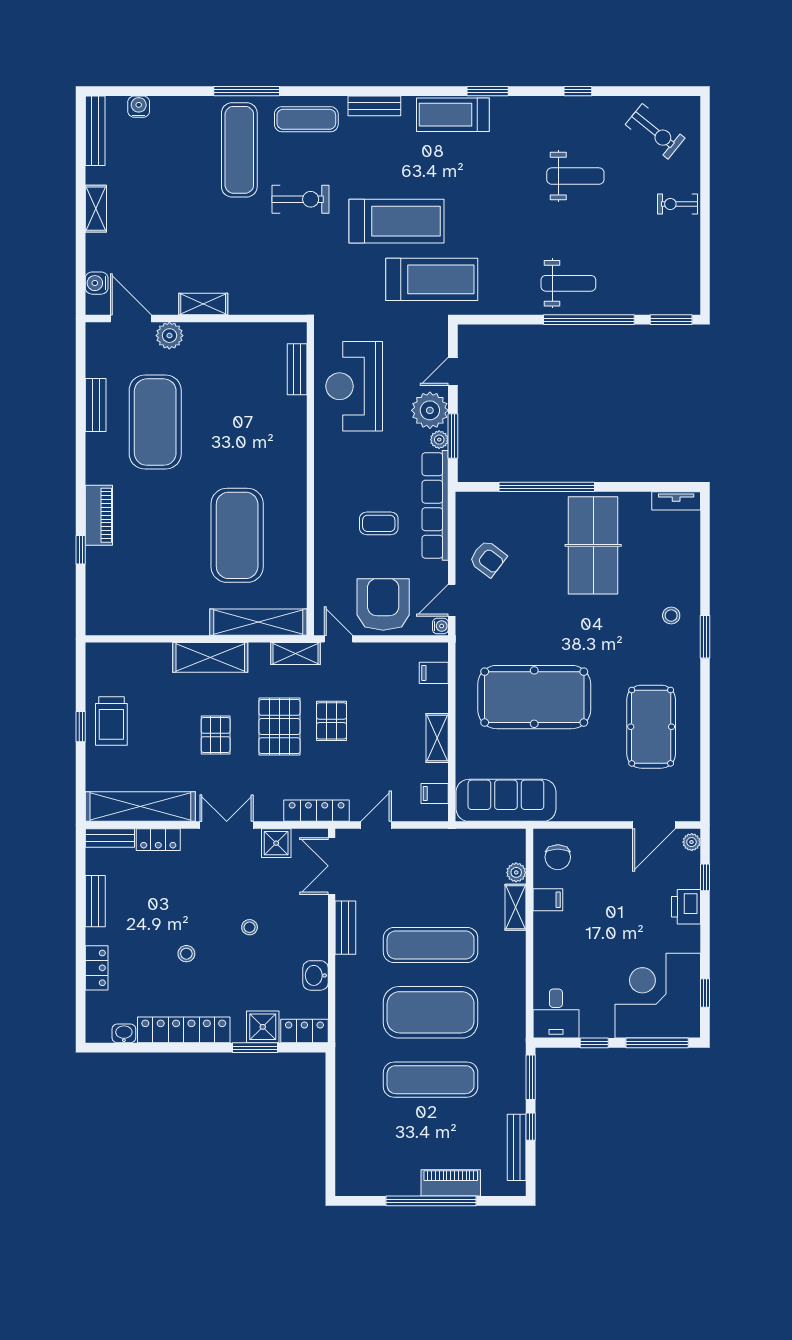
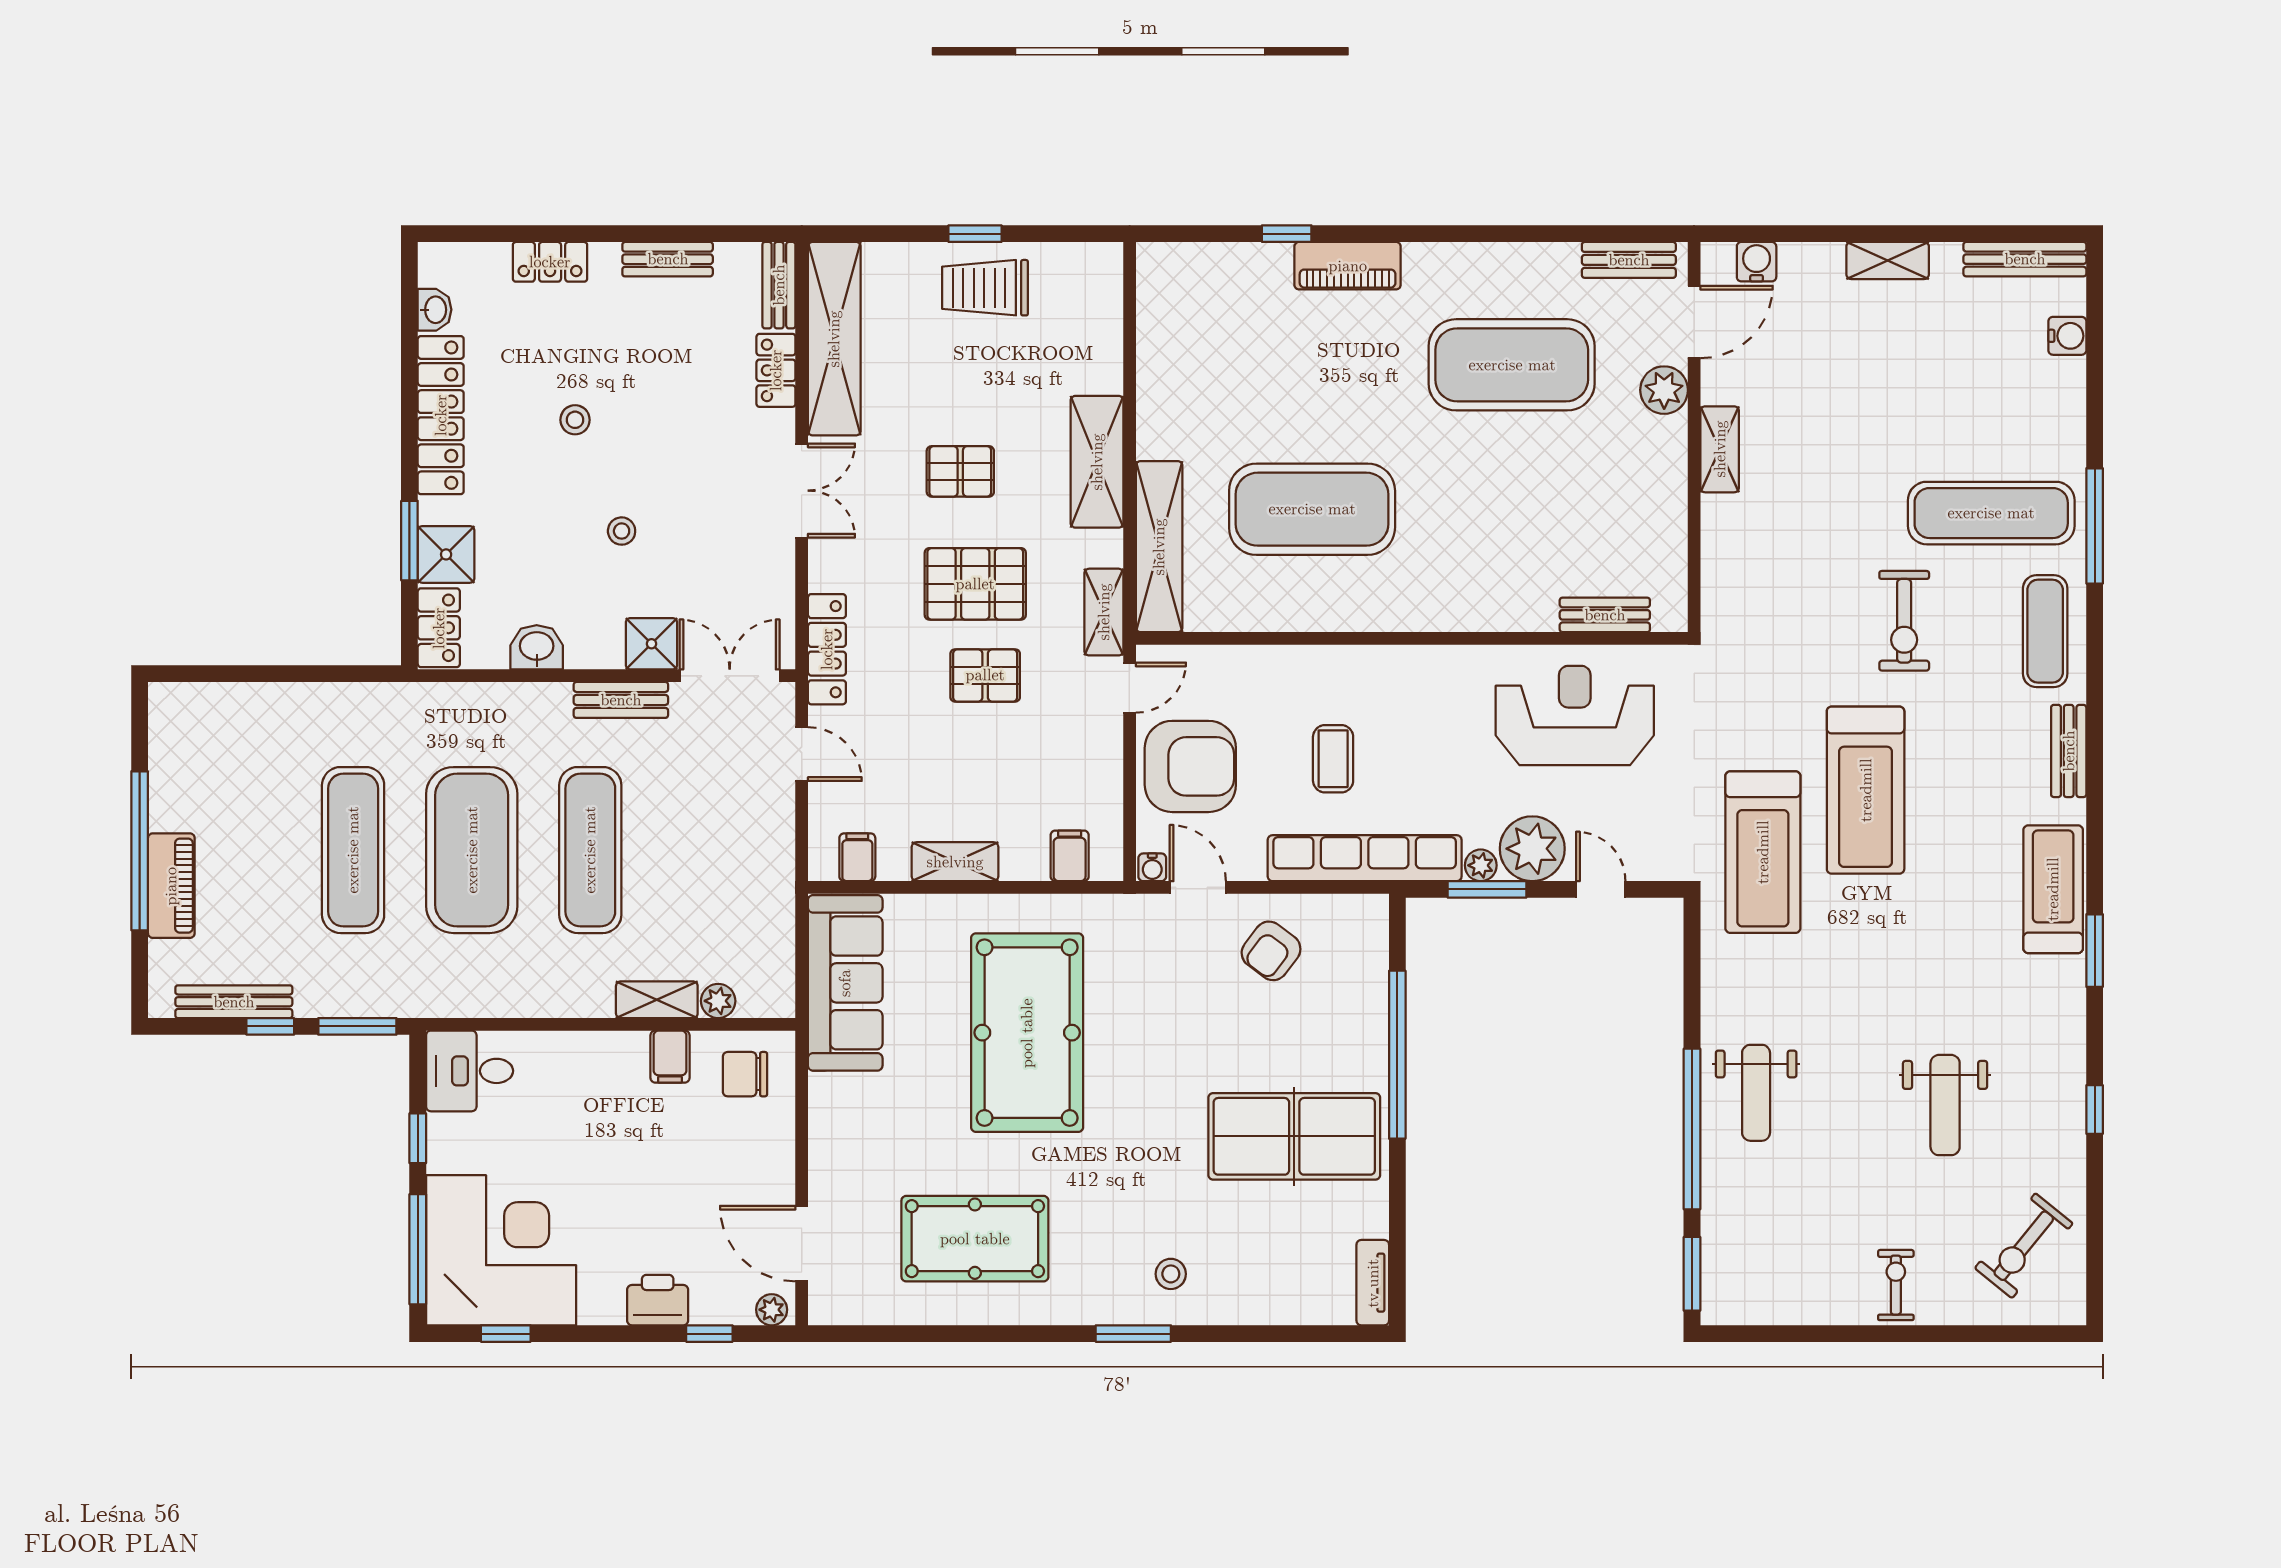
bench: (96, 405) -> (1629, 260), moved
shower: (276, 843) -> (651, 644), moved

